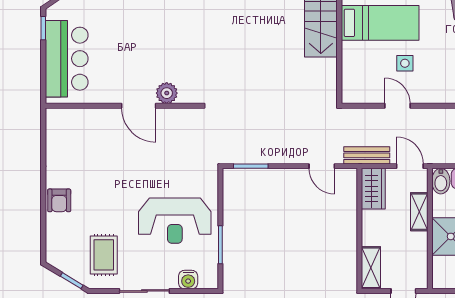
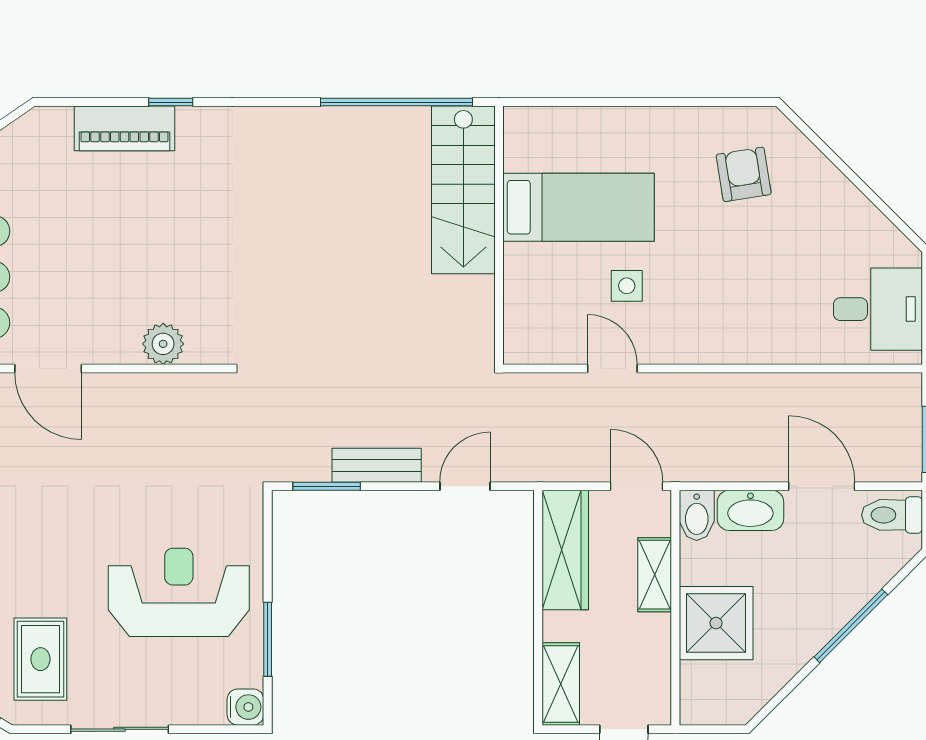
door: (139, 106) -> (48, 369), moved
bench: (367, 155) -> (377, 465), moved
door: (322, 166) -> (465, 486), swing flipped
wardrobe: (373, 189) -> (565, 550), width x1.50
reception desk: (175, 221) -> (179, 592), turned 180
water cooler: (188, 280) -> (245, 707), moved, turned -90

